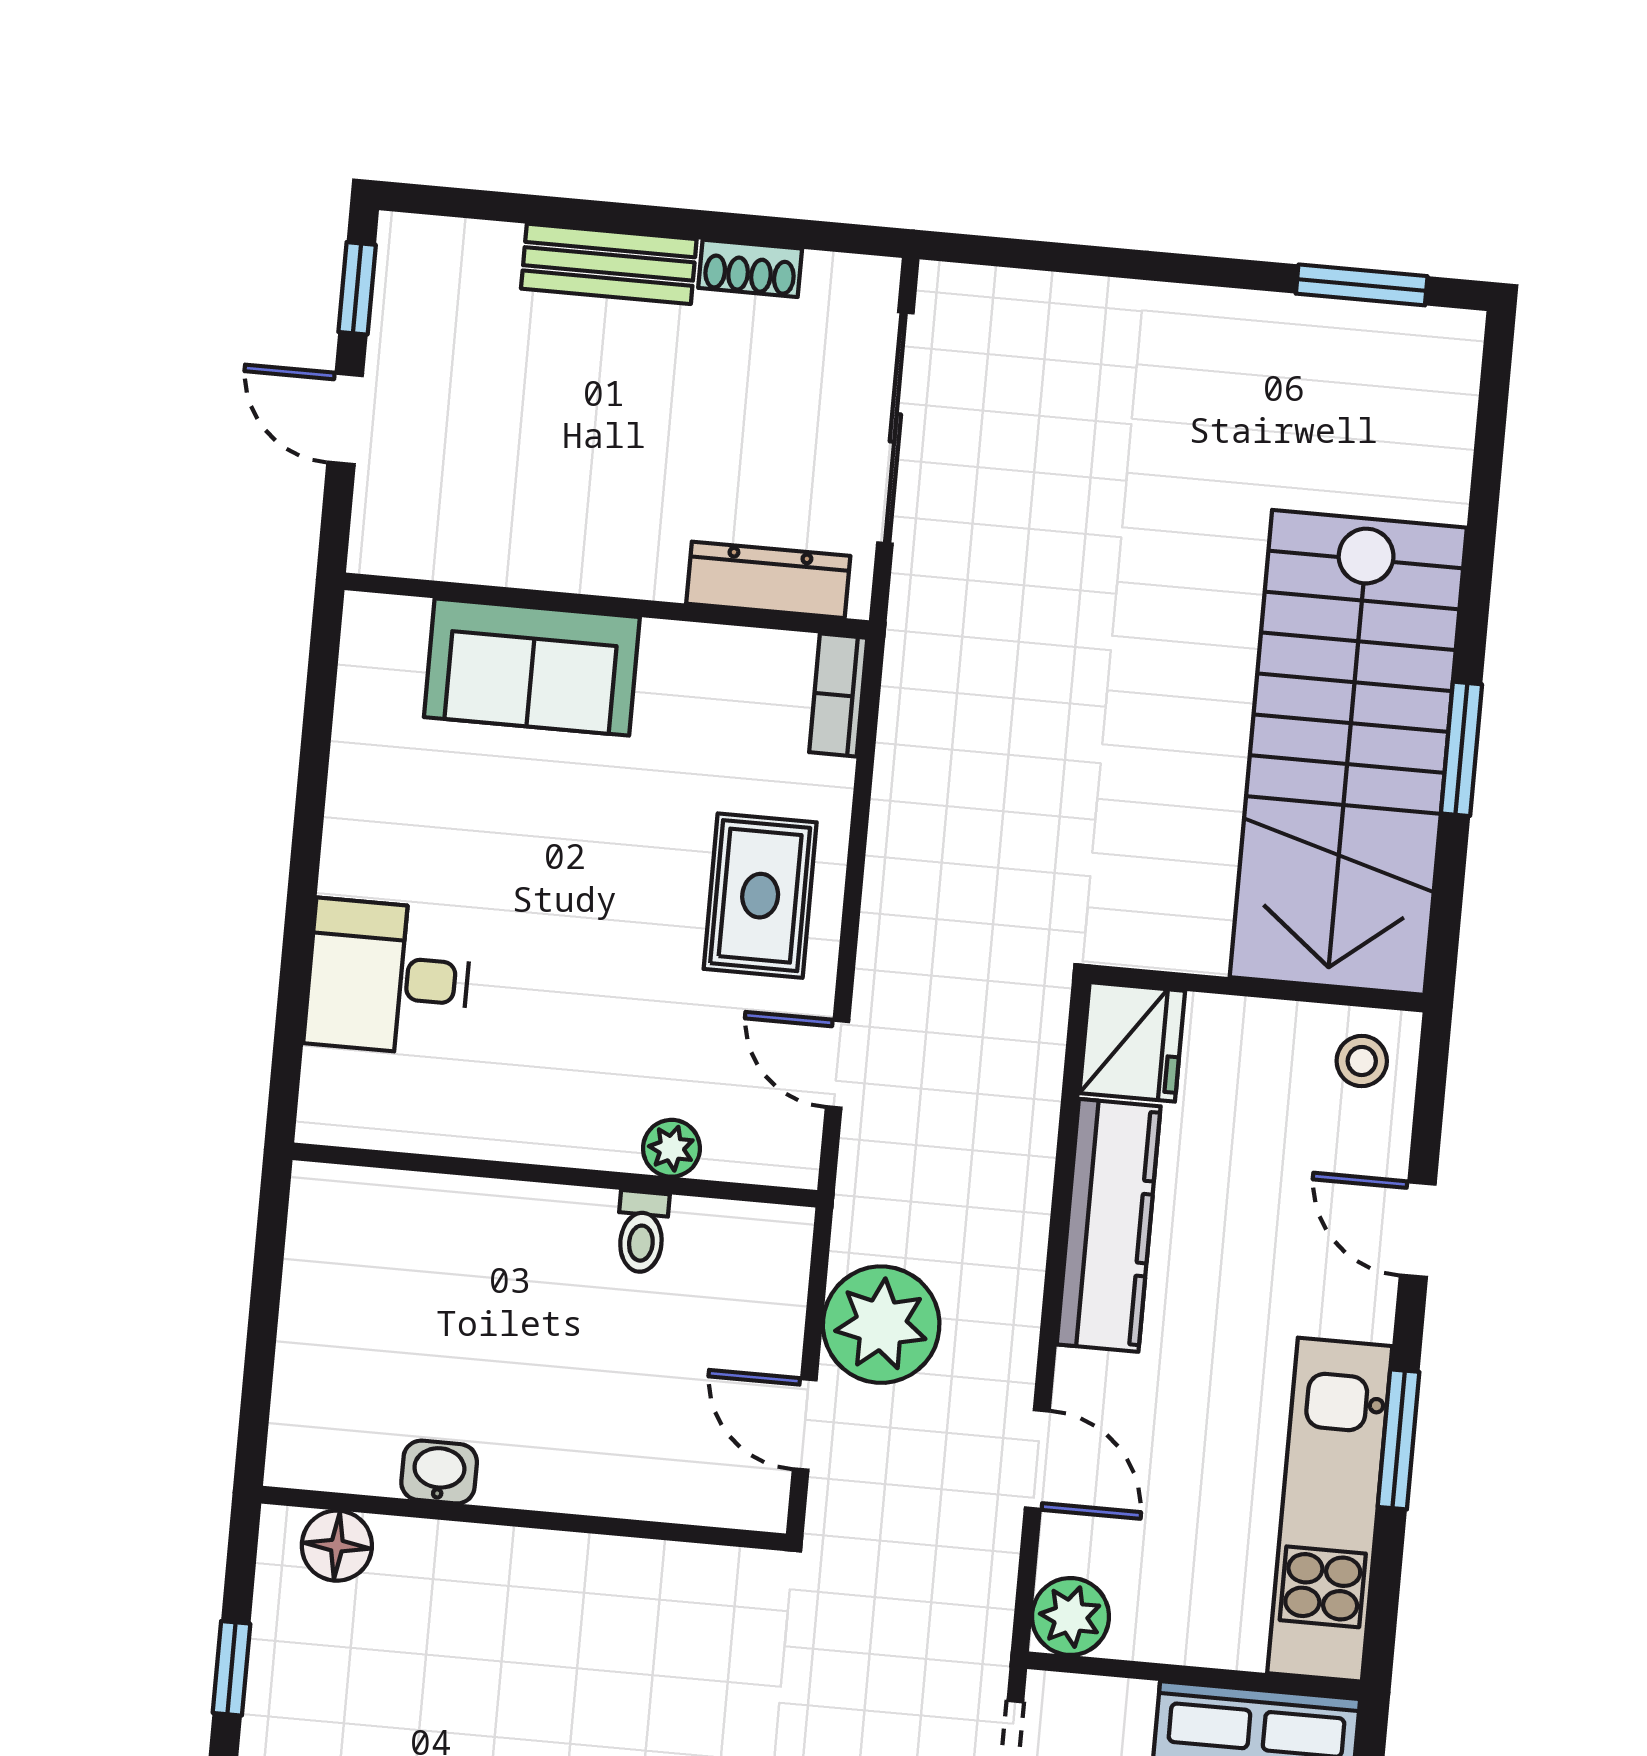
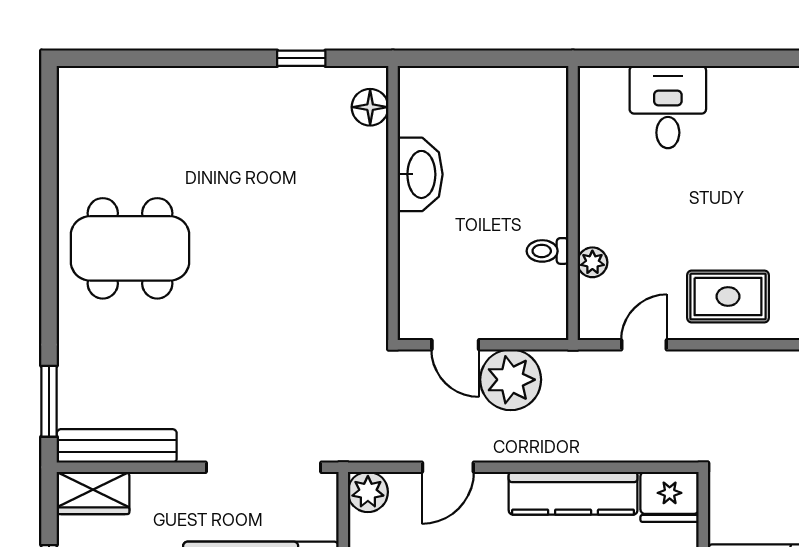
door: (805, 1424) -> (455, 345), swing flipped
washbasin: (439, 1472) -> (420, 174), width x1.91, depth x1.45

